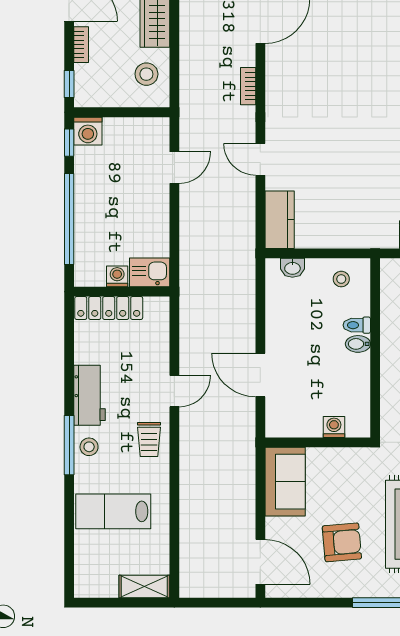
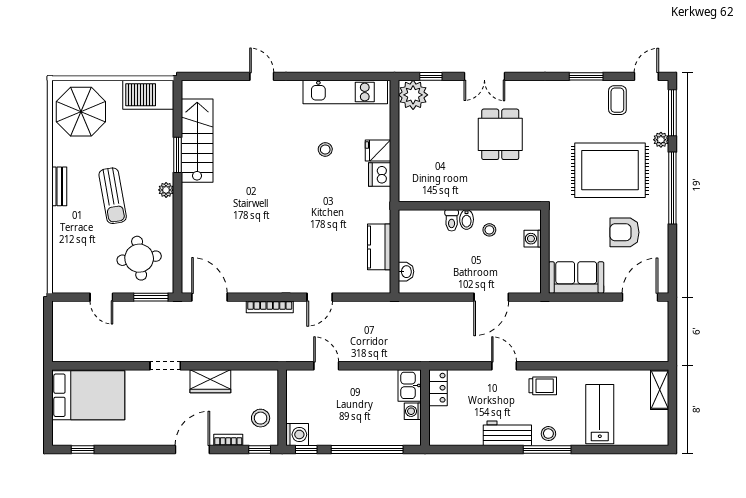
stool: (146, 74) -> (261, 418), moved
bookcase: (248, 86) -> (270, 307), width x1.56
kitchen counter: (280, 220) -> (379, 247), moved, turned -90
stool: (341, 279) -> (489, 230), moved
locker: (109, 308) -> (438, 388), moved, width x0.66
lab bench: (113, 511) -> (600, 414), turned 180
armchair: (342, 542) -> (625, 232), turned -85

